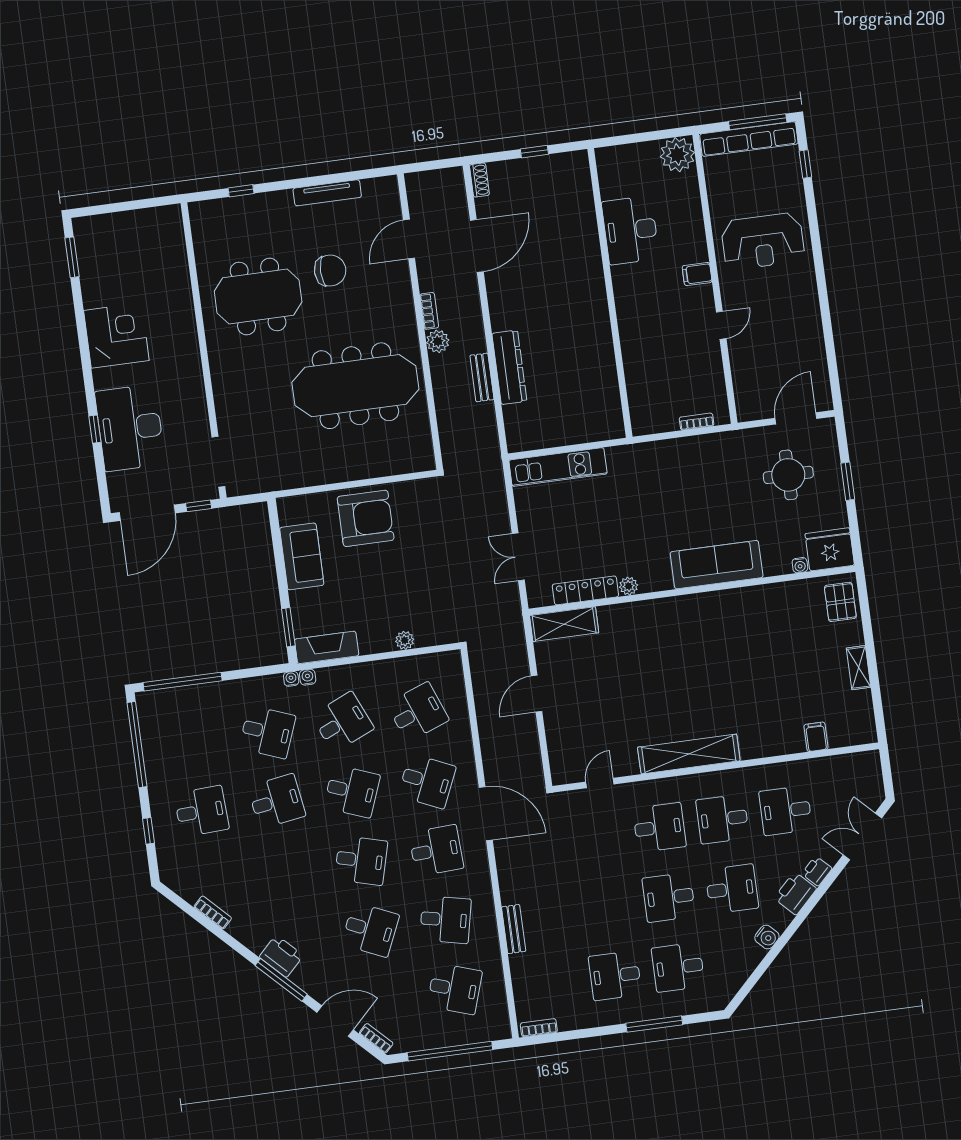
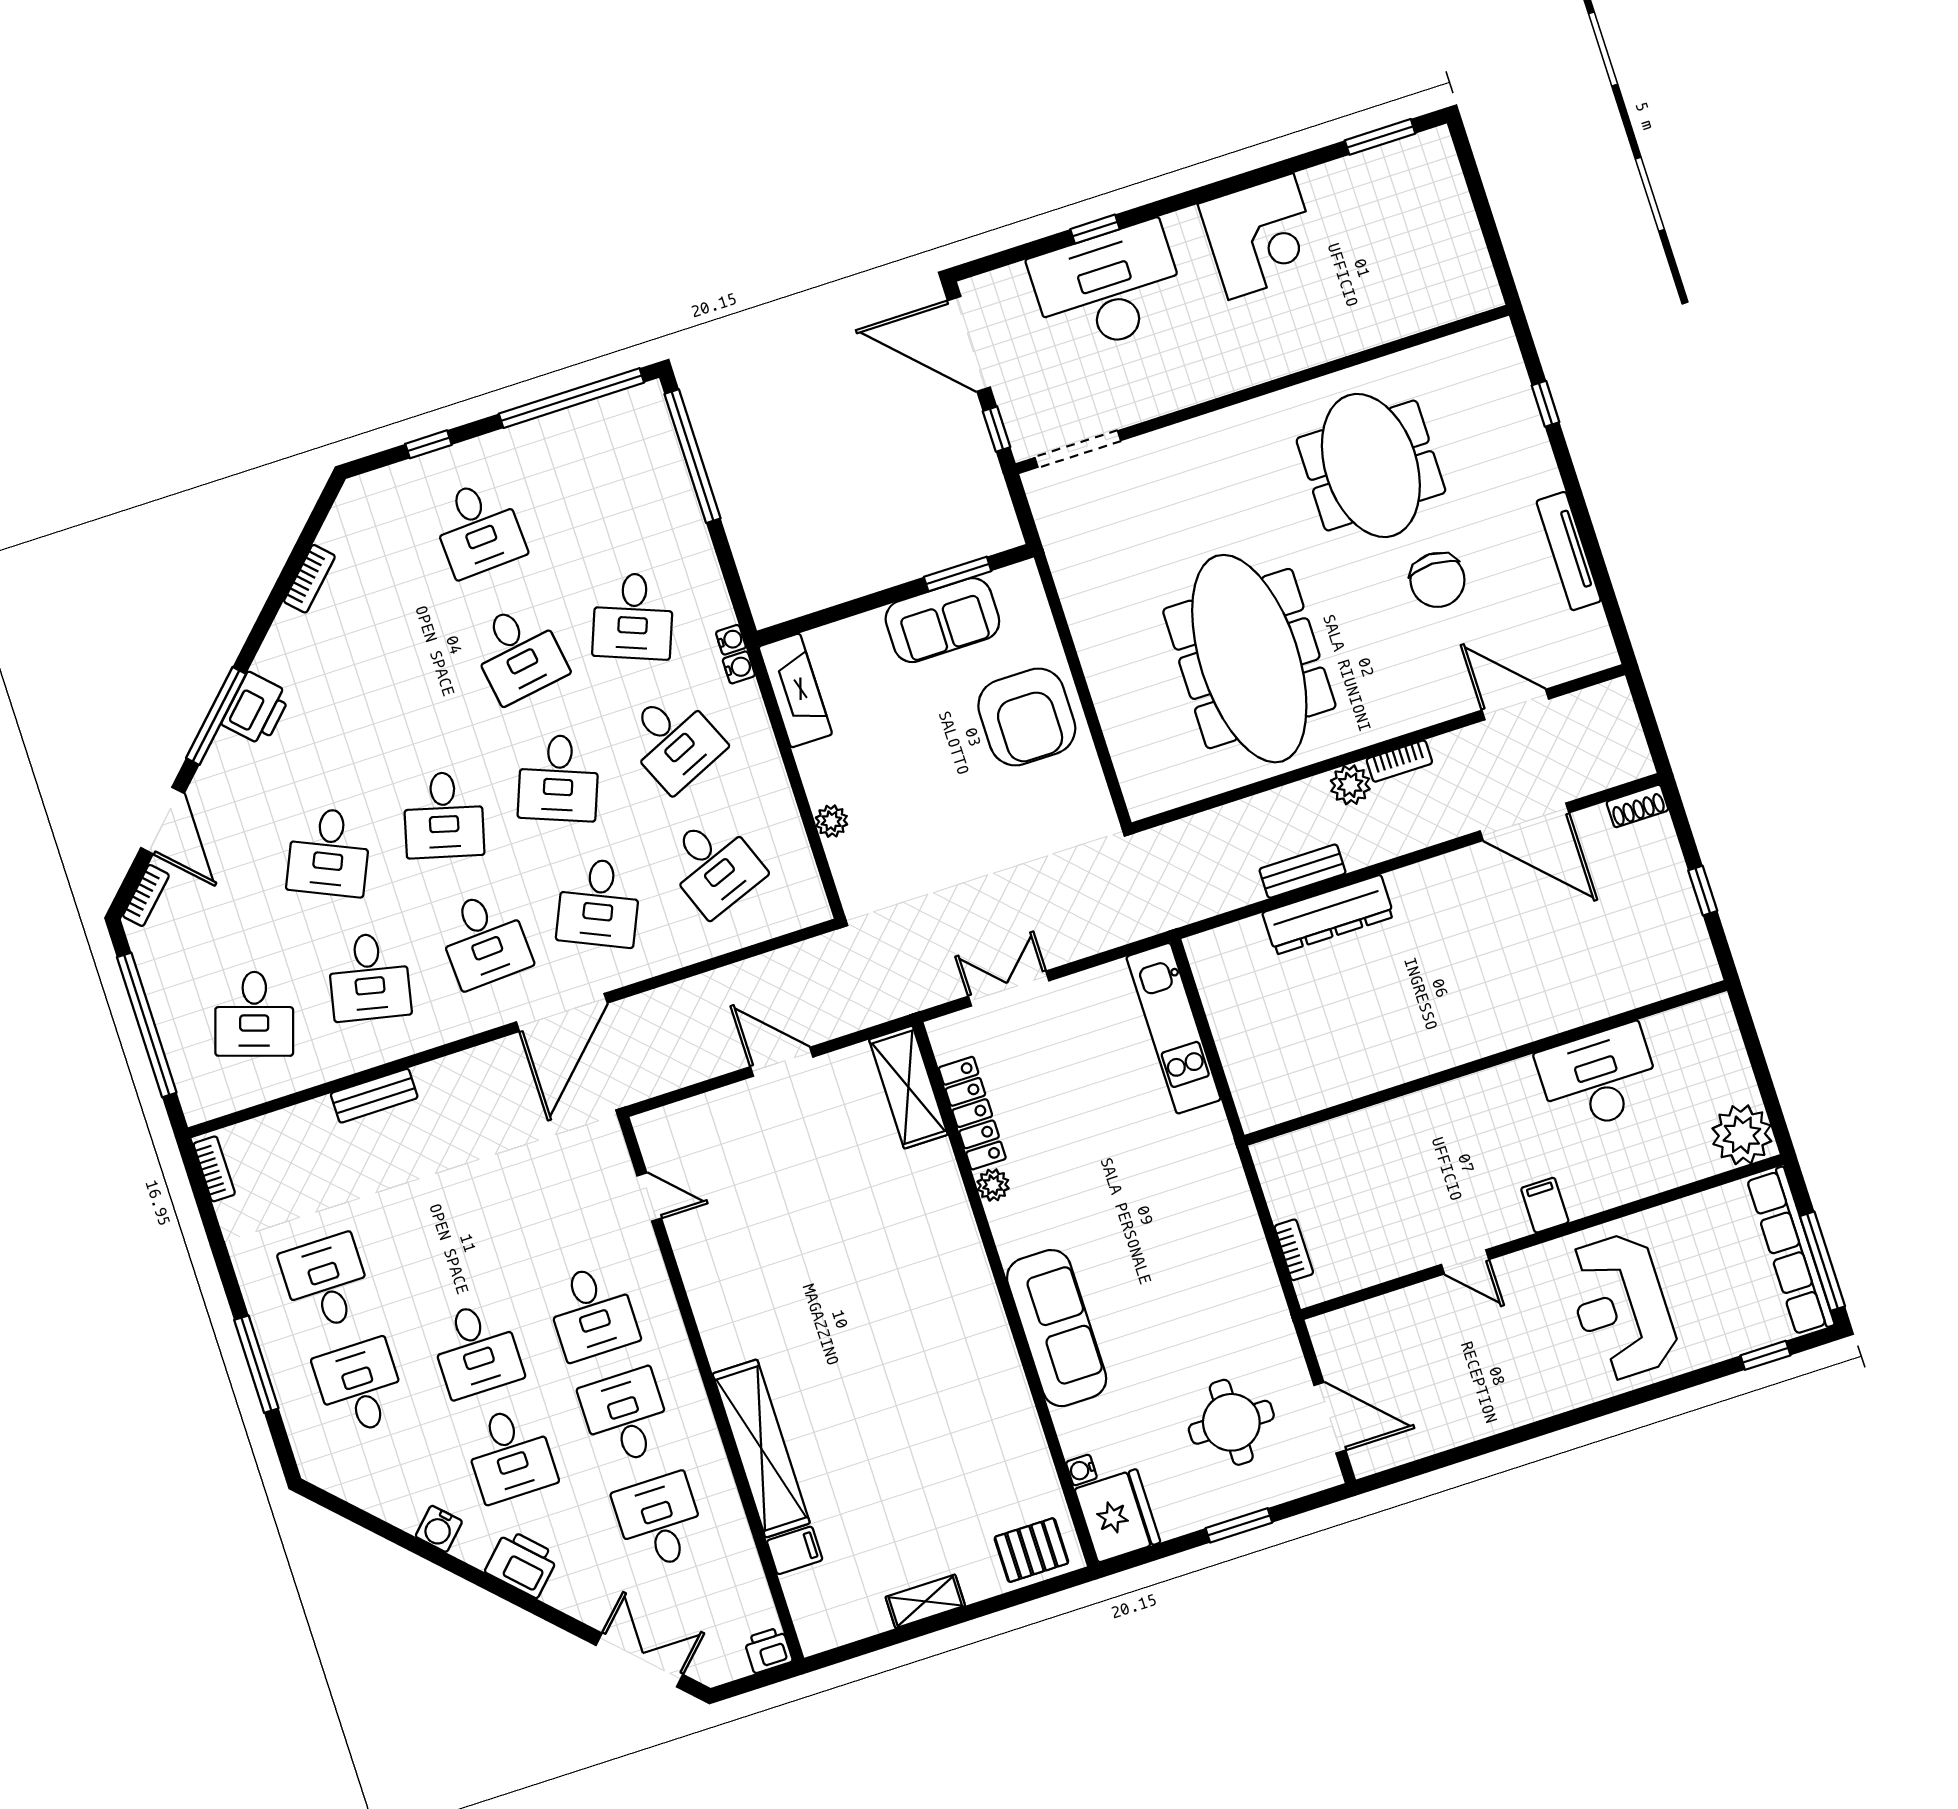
window: (288, 627) -> (958, 574), moved
shelving: (689, 754) -> (761, 1448), moved
printer: (817, 871) -> (768, 1650), moved, turned -45
desk: (669, 897) -> (476, 1350), turned 180

